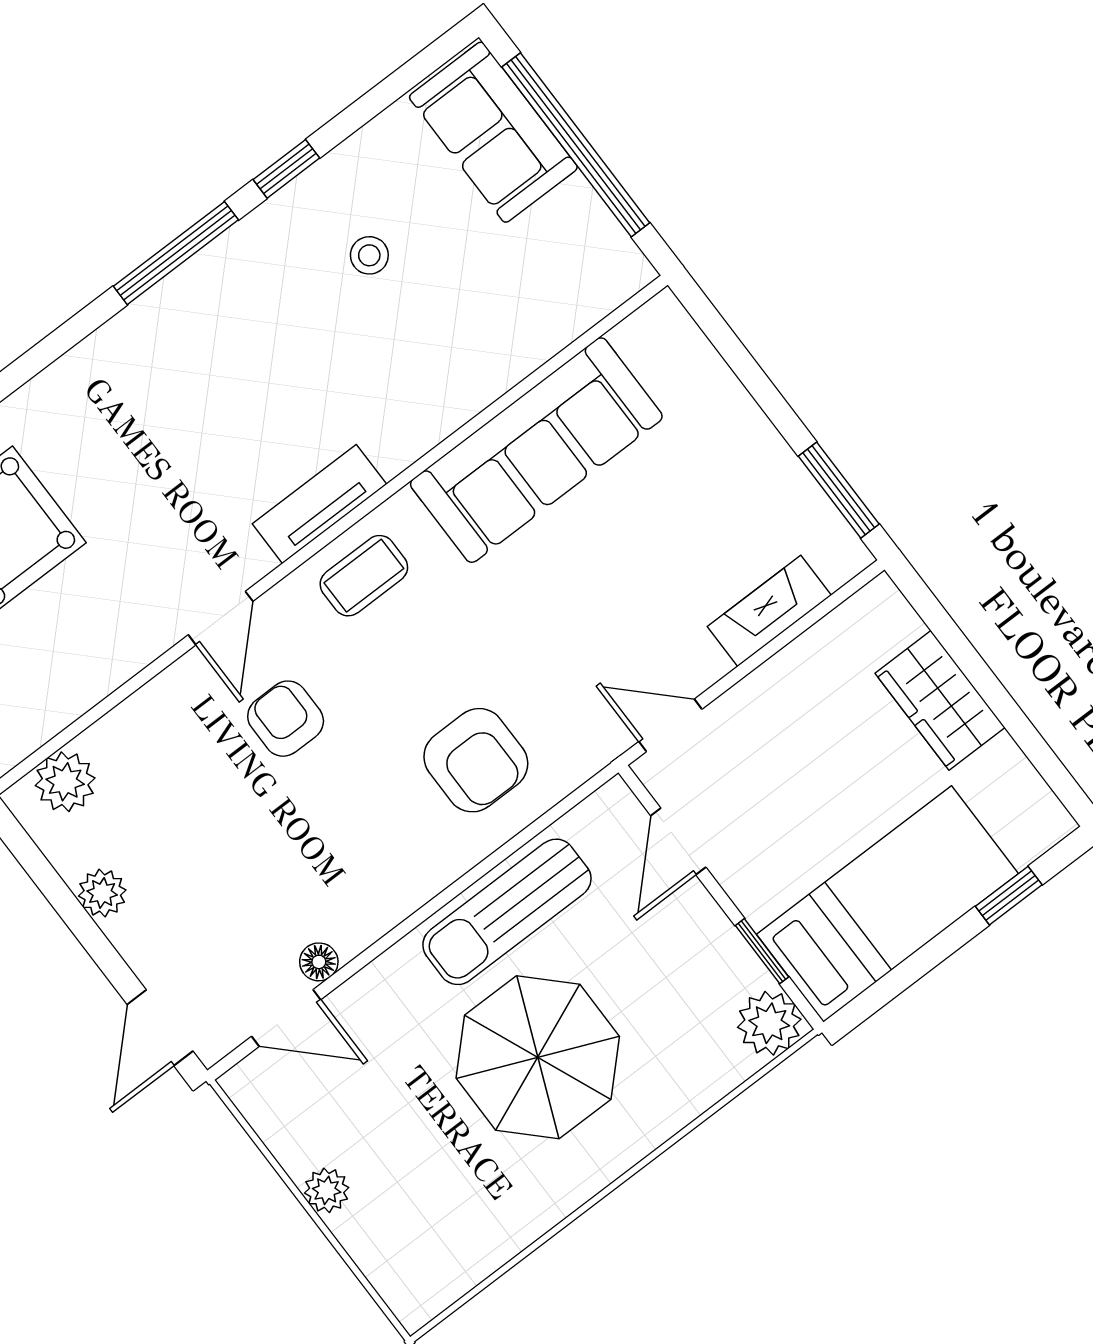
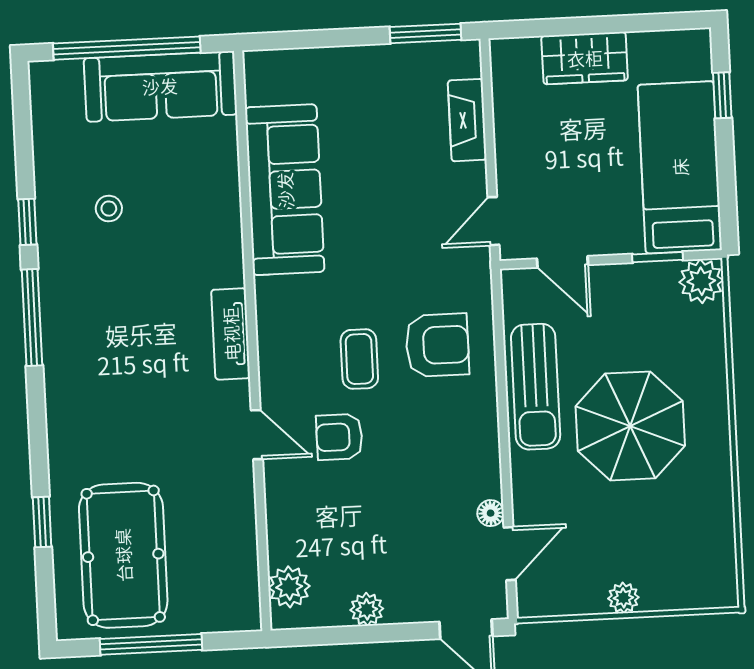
sofa: (493, 132) -> (160, 86), moved, width x1.36
coffee table: (364, 576) -> (359, 359), moved

